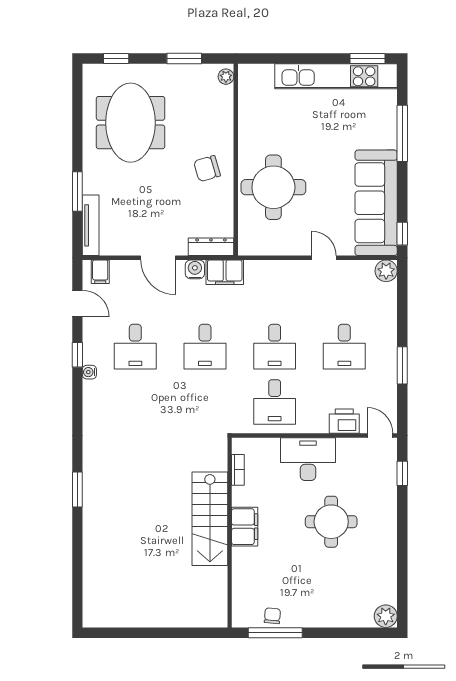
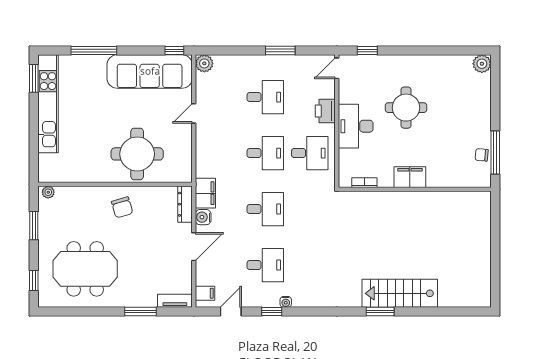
tv unit: (91, 225) -> (175, 301), width x0.71
printer: (344, 421) -> (325, 111), moved
stairs: (210, 519) -> (400, 293), moved, turned 180

